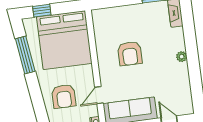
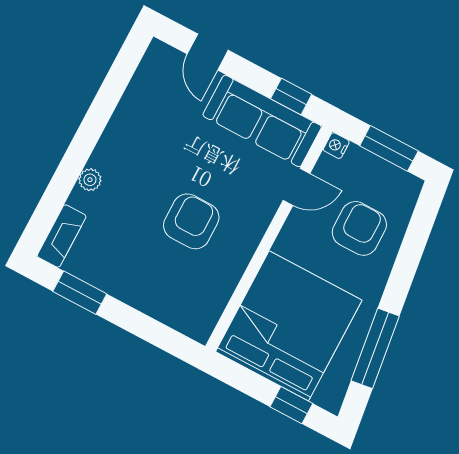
plant: (182, 57) -> (90, 180), moved

